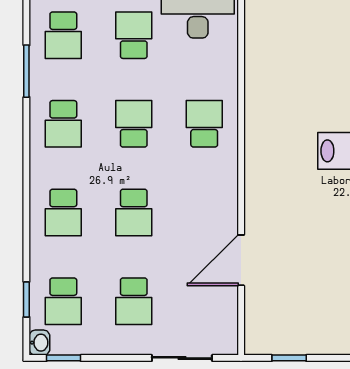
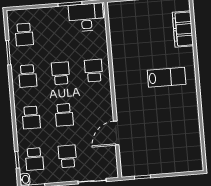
school desk: (134, 35) -> (57, 32), removed
school desk: (134, 301) -> (67, 156), turned 180

